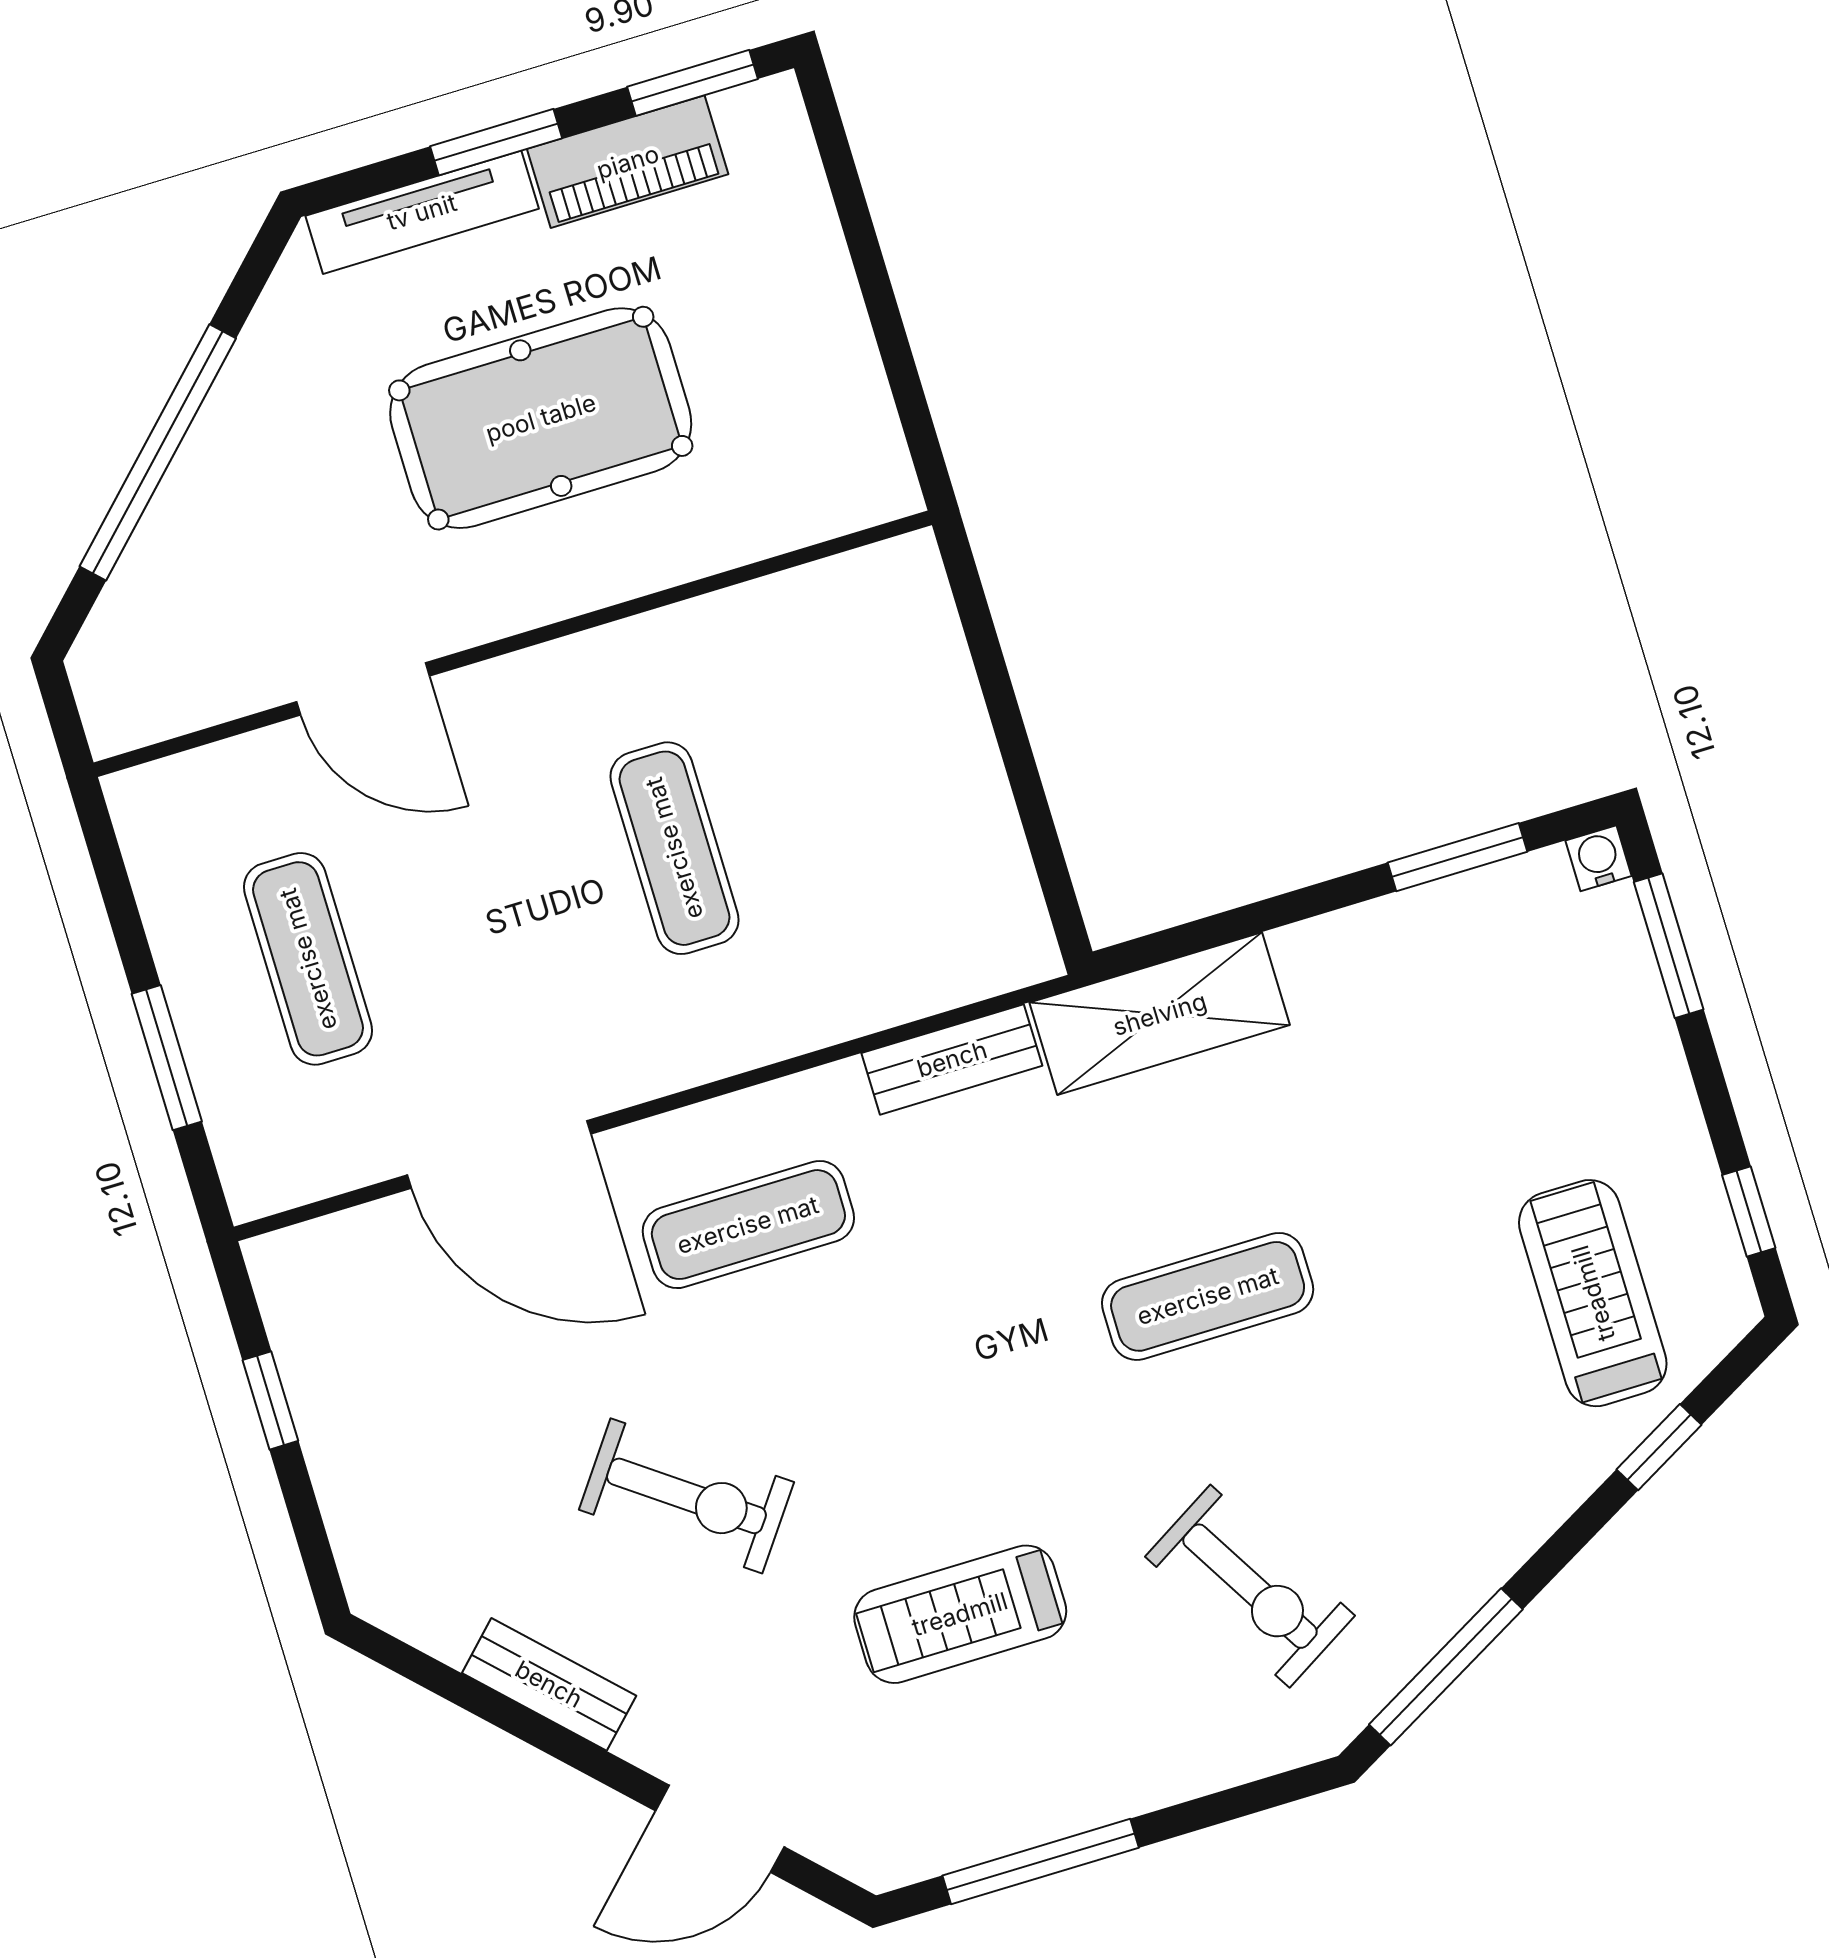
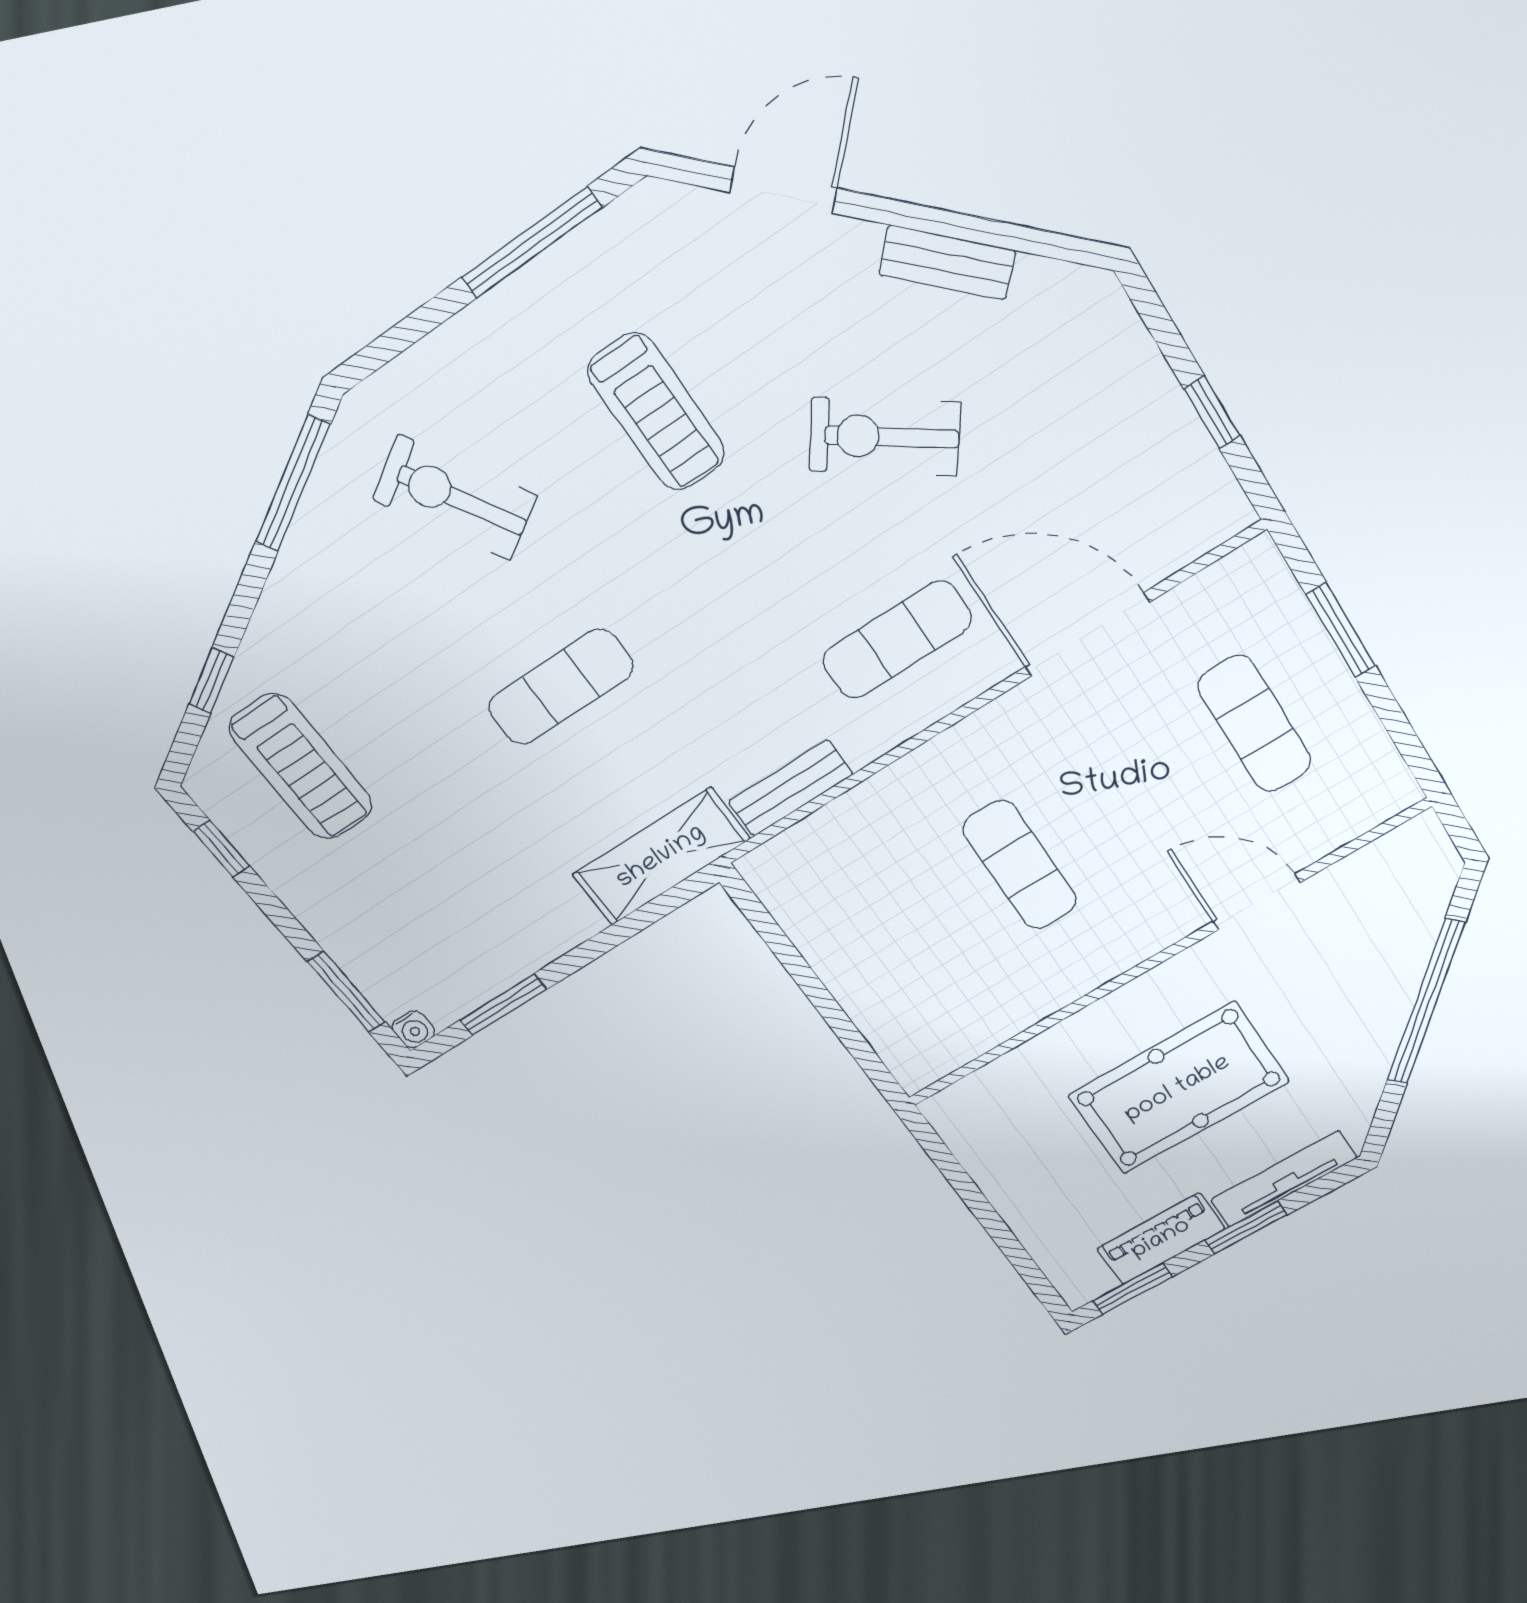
treadmill: (960, 1614) -> (656, 412), turned 90

